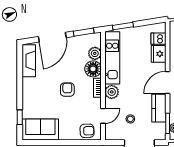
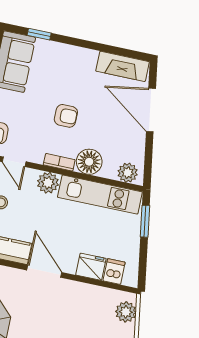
window: (84, 32) -> (148, 159), removed
plant: (95, 53) -> (128, 173), moved

